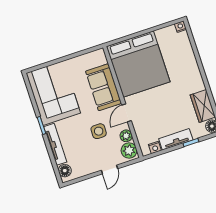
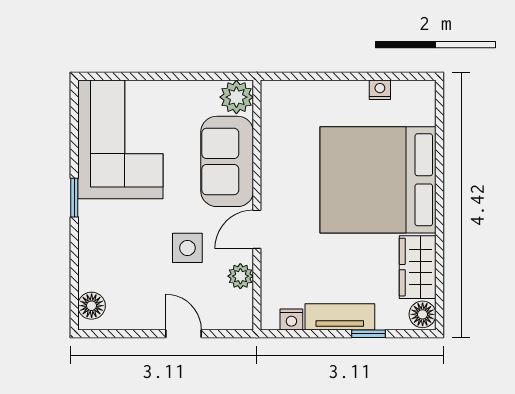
nightstand: (180, 27) -> (380, 90), moved
bed: (138, 64) -> (378, 180), moved, turned 90
tv unit: (55, 144) -> (90, 245), removed
plant: (129, 151) -> (236, 97), moved
door: (109, 169) -> (184, 334), swing flipped

